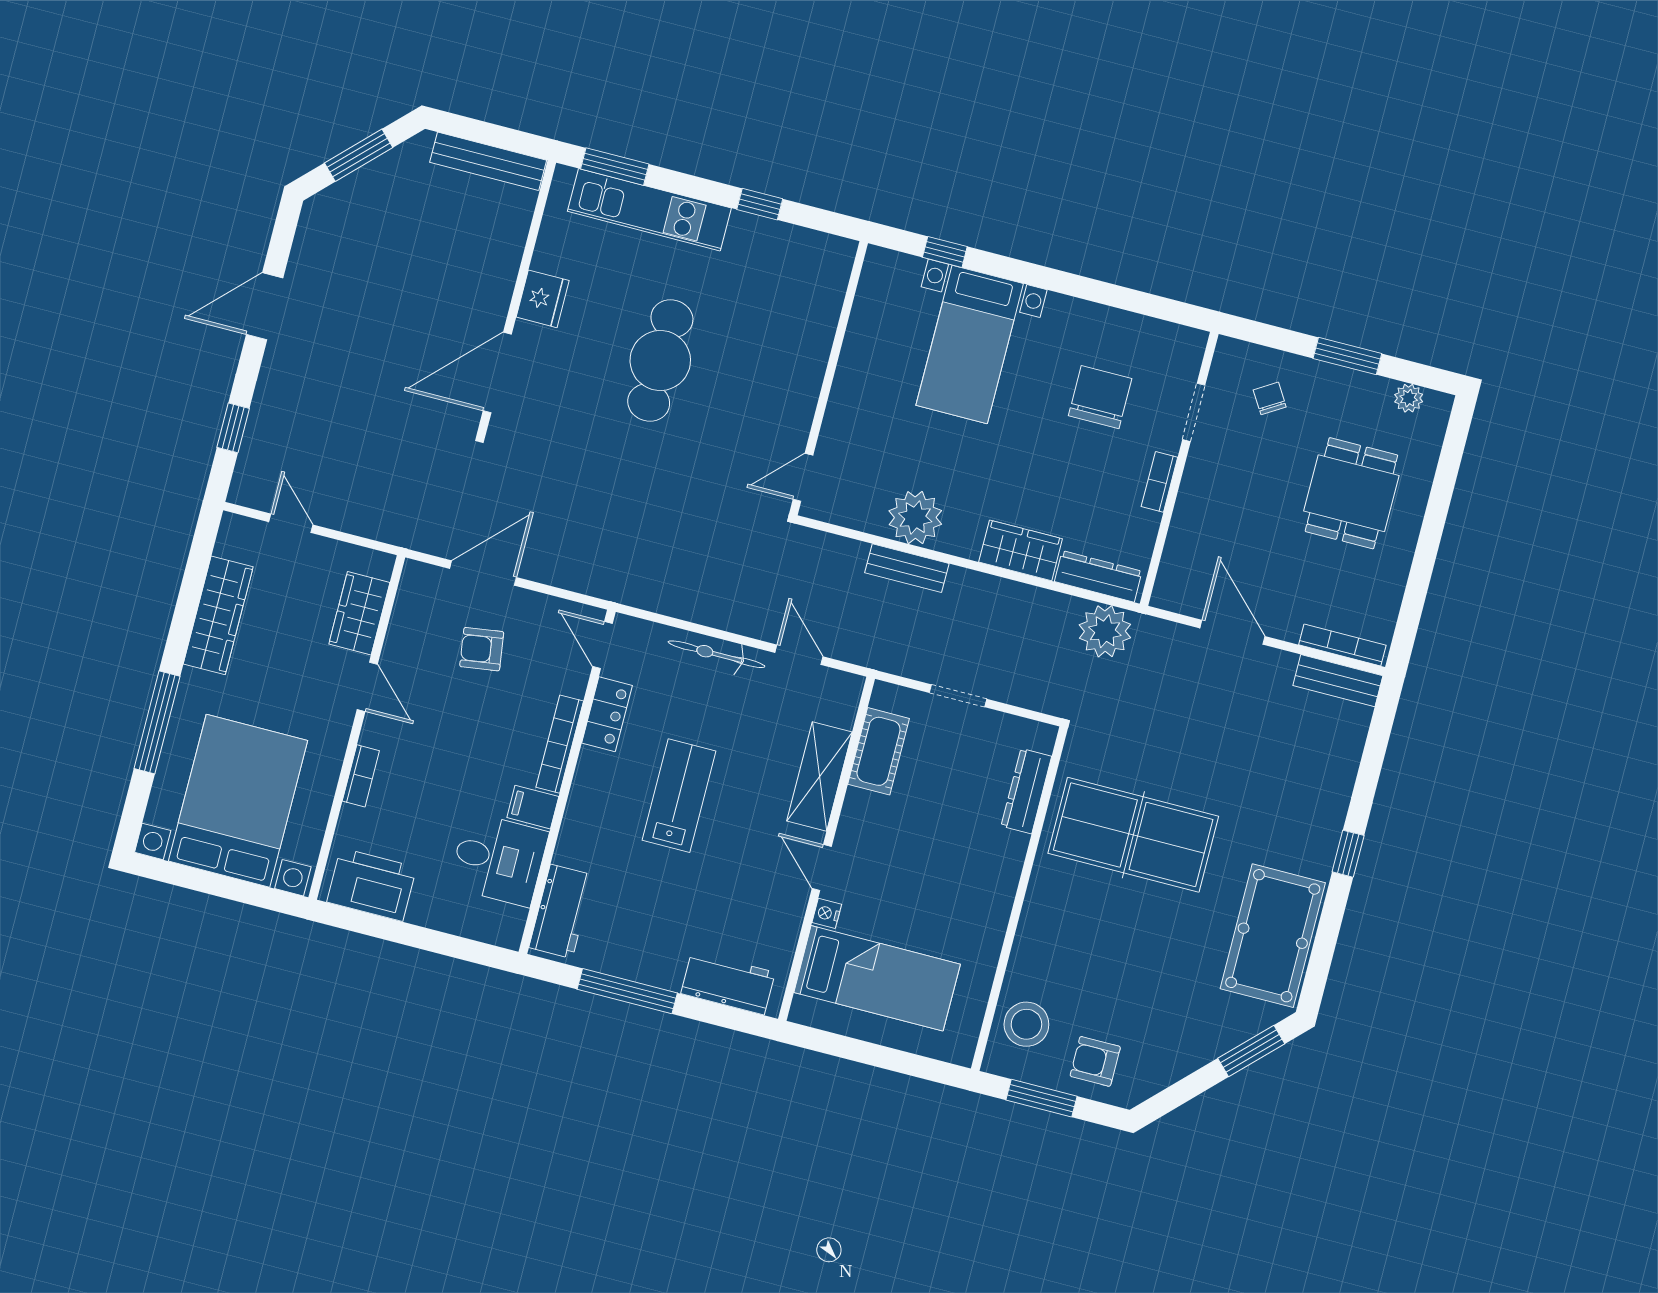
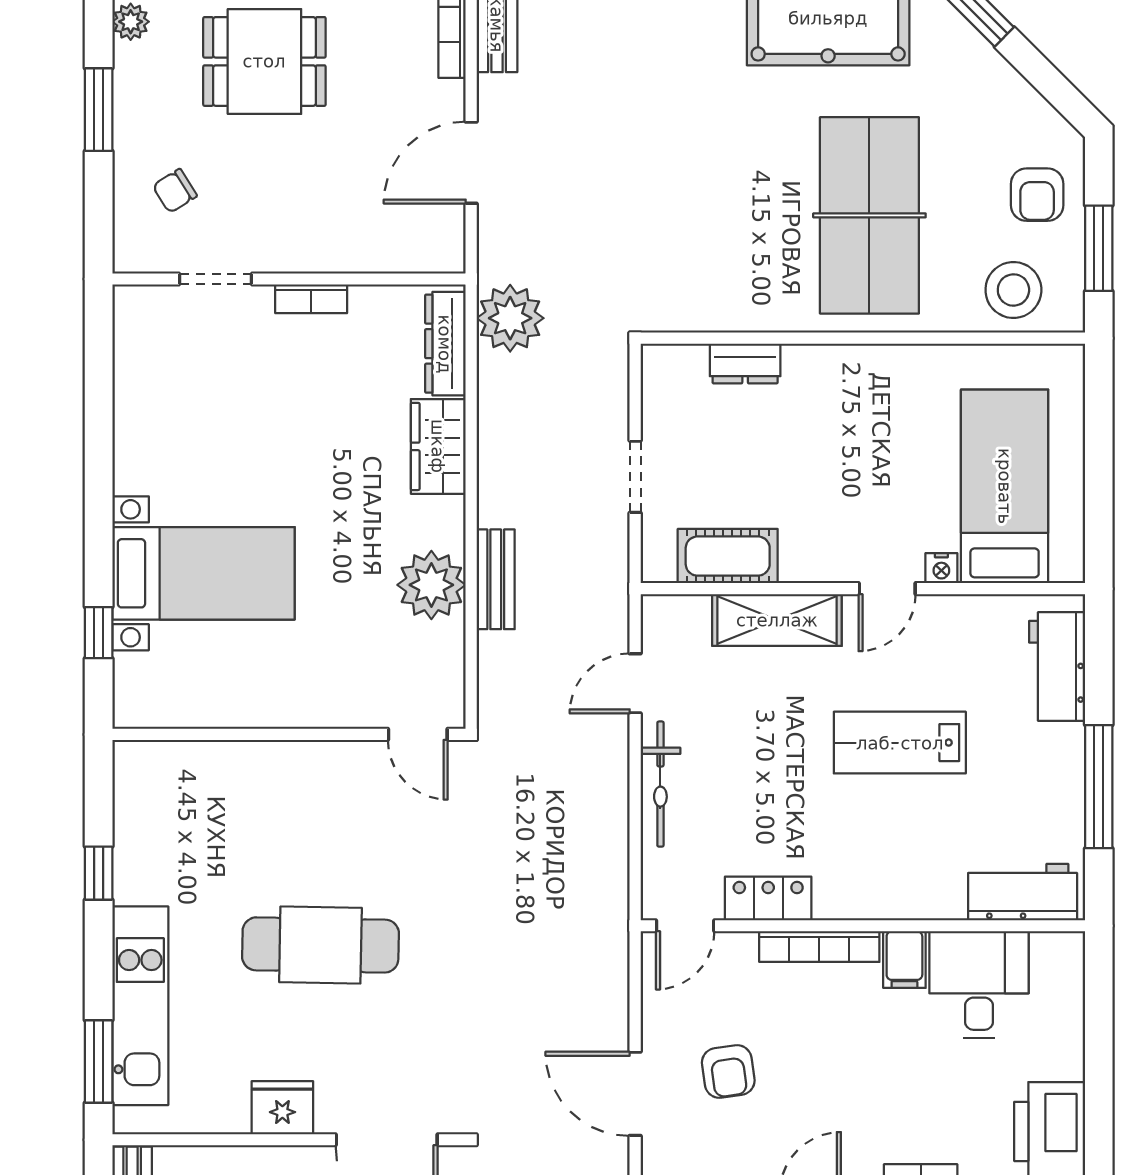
chair: (1100, 397) -> (226, 398), removed
dresser: (1026, 791) -> (745, 364), width x0.70
lab bench: (679, 796) -> (900, 743), moved
table tennis table: (1133, 835) -> (869, 215), moved

